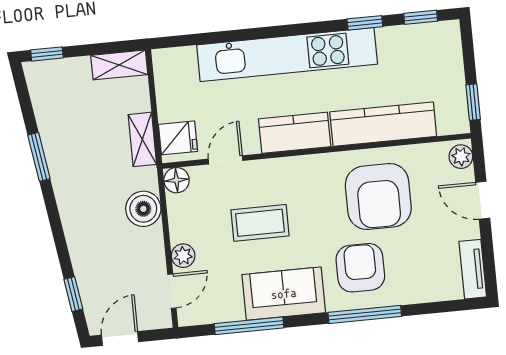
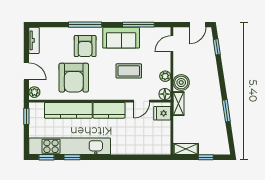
window: (47, 54) -> (206, 157), moved
kitchen unit: (287, 55) -> (70, 146), moved
shelving: (142, 139) -> (179, 104), moved
armchair: (378, 196) -> (74, 78), turned 180
plant: (183, 256) -> (165, 76), moved

